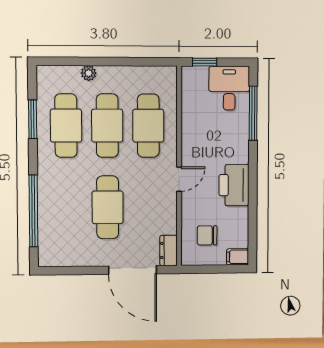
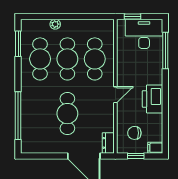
desk: (229, 88) -> (144, 34), width x1.37
window: (33, 119) -> (18, 44), moved
window: (209, 269) -> (136, 156), added

